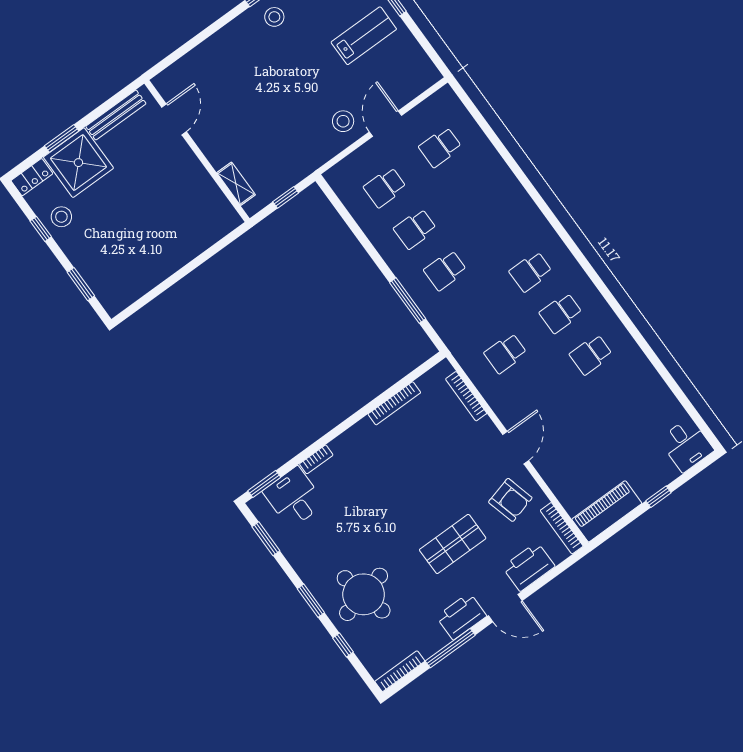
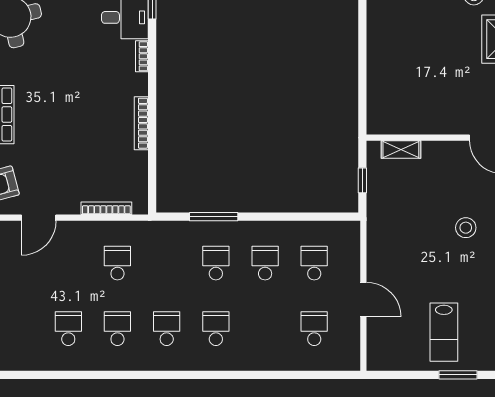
stool: (343, 121) -> (466, 228), moved
school desk: (500, 230) -> (216, 329), added
bookcase: (394, 403) -> (141, 123), moved
door: (516, 448) -> (39, 218), hinge flipped

